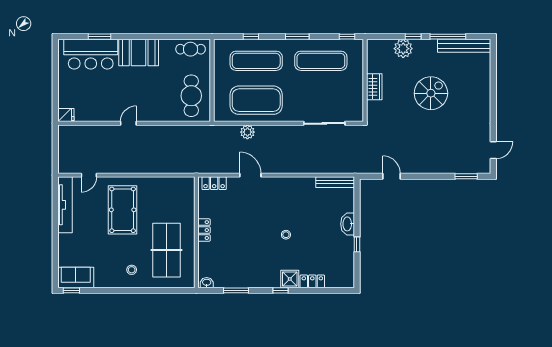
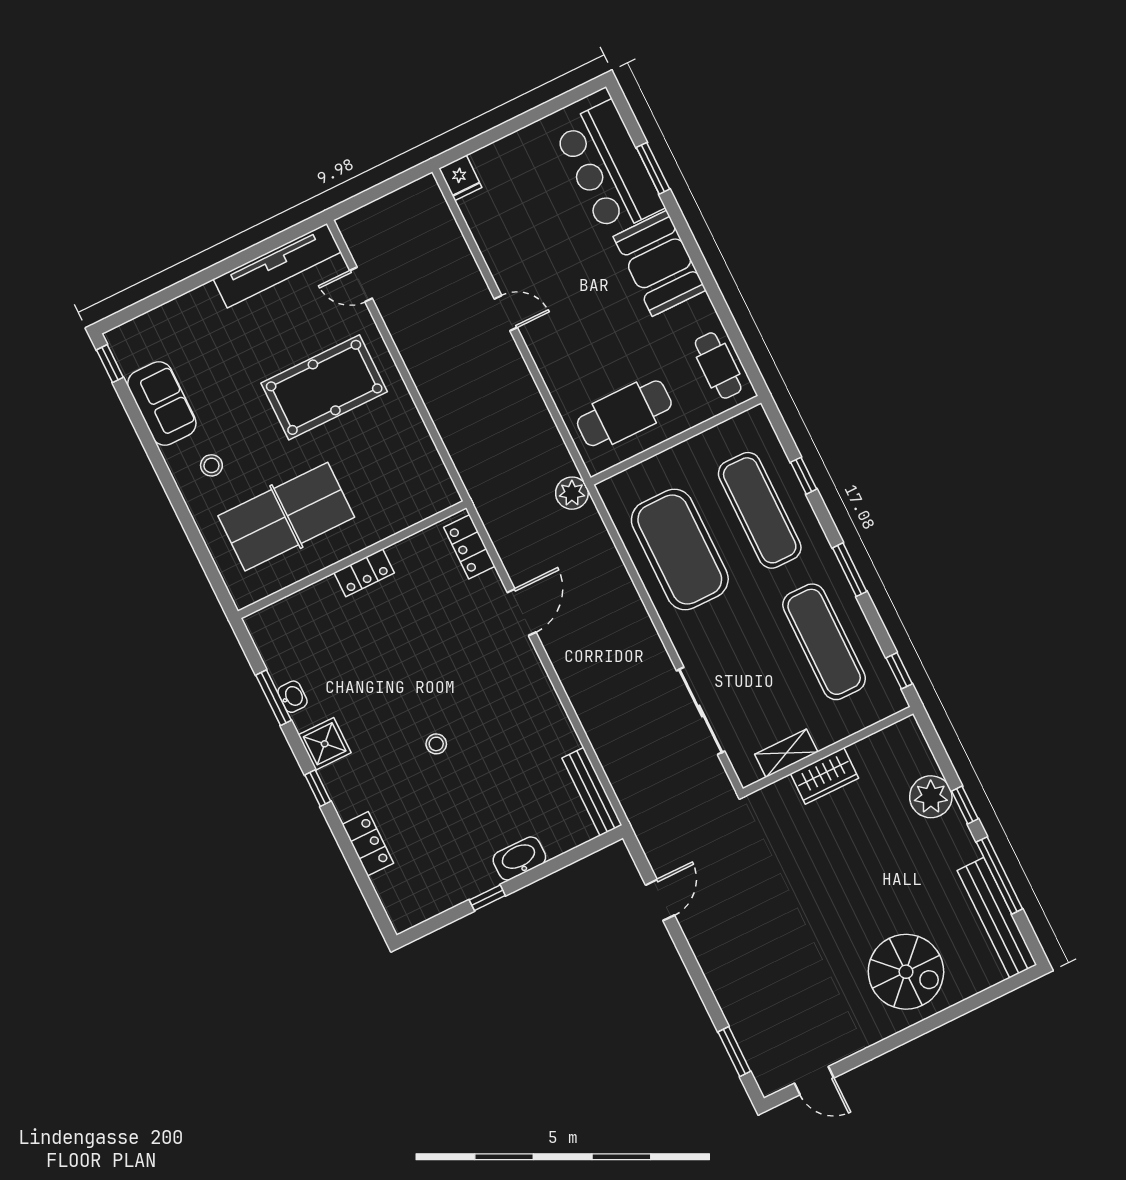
spiral stairs: (431, 93) -> (906, 972), moved
shelving: (358, 98) -> (786, 753), added
plant: (247, 132) -> (572, 493), moved
sofa: (76, 277) -> (162, 403), moved
shower: (290, 279) -> (325, 744), moved
washbasin: (207, 283) -> (292, 697), moved

